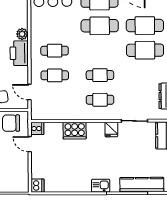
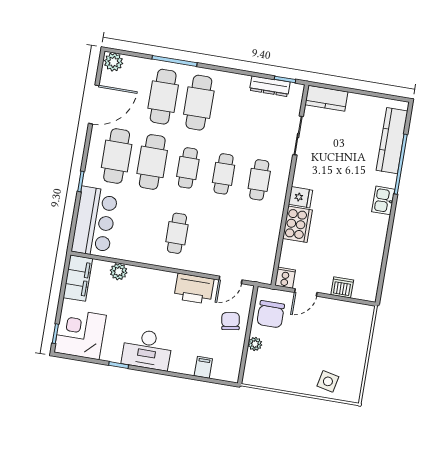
plant: (22, 34) -> (119, 272), moved
printer: (19, 53) -> (194, 289), moved
cafe table: (55, 75) -> (188, 168), moved
fridge: (111, 129) -> (300, 197), moved
dishwasher: (37, 186) -> (342, 287), moved

